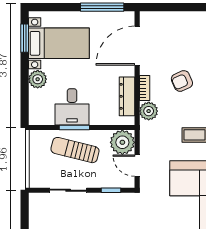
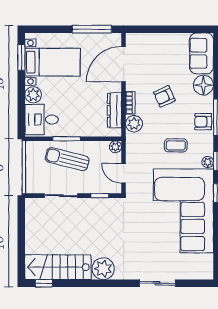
desk: (72, 107) -> (42, 120), moved, turned 90
plant: (122, 142) -> (115, 147), width x0.53, depth x0.53

